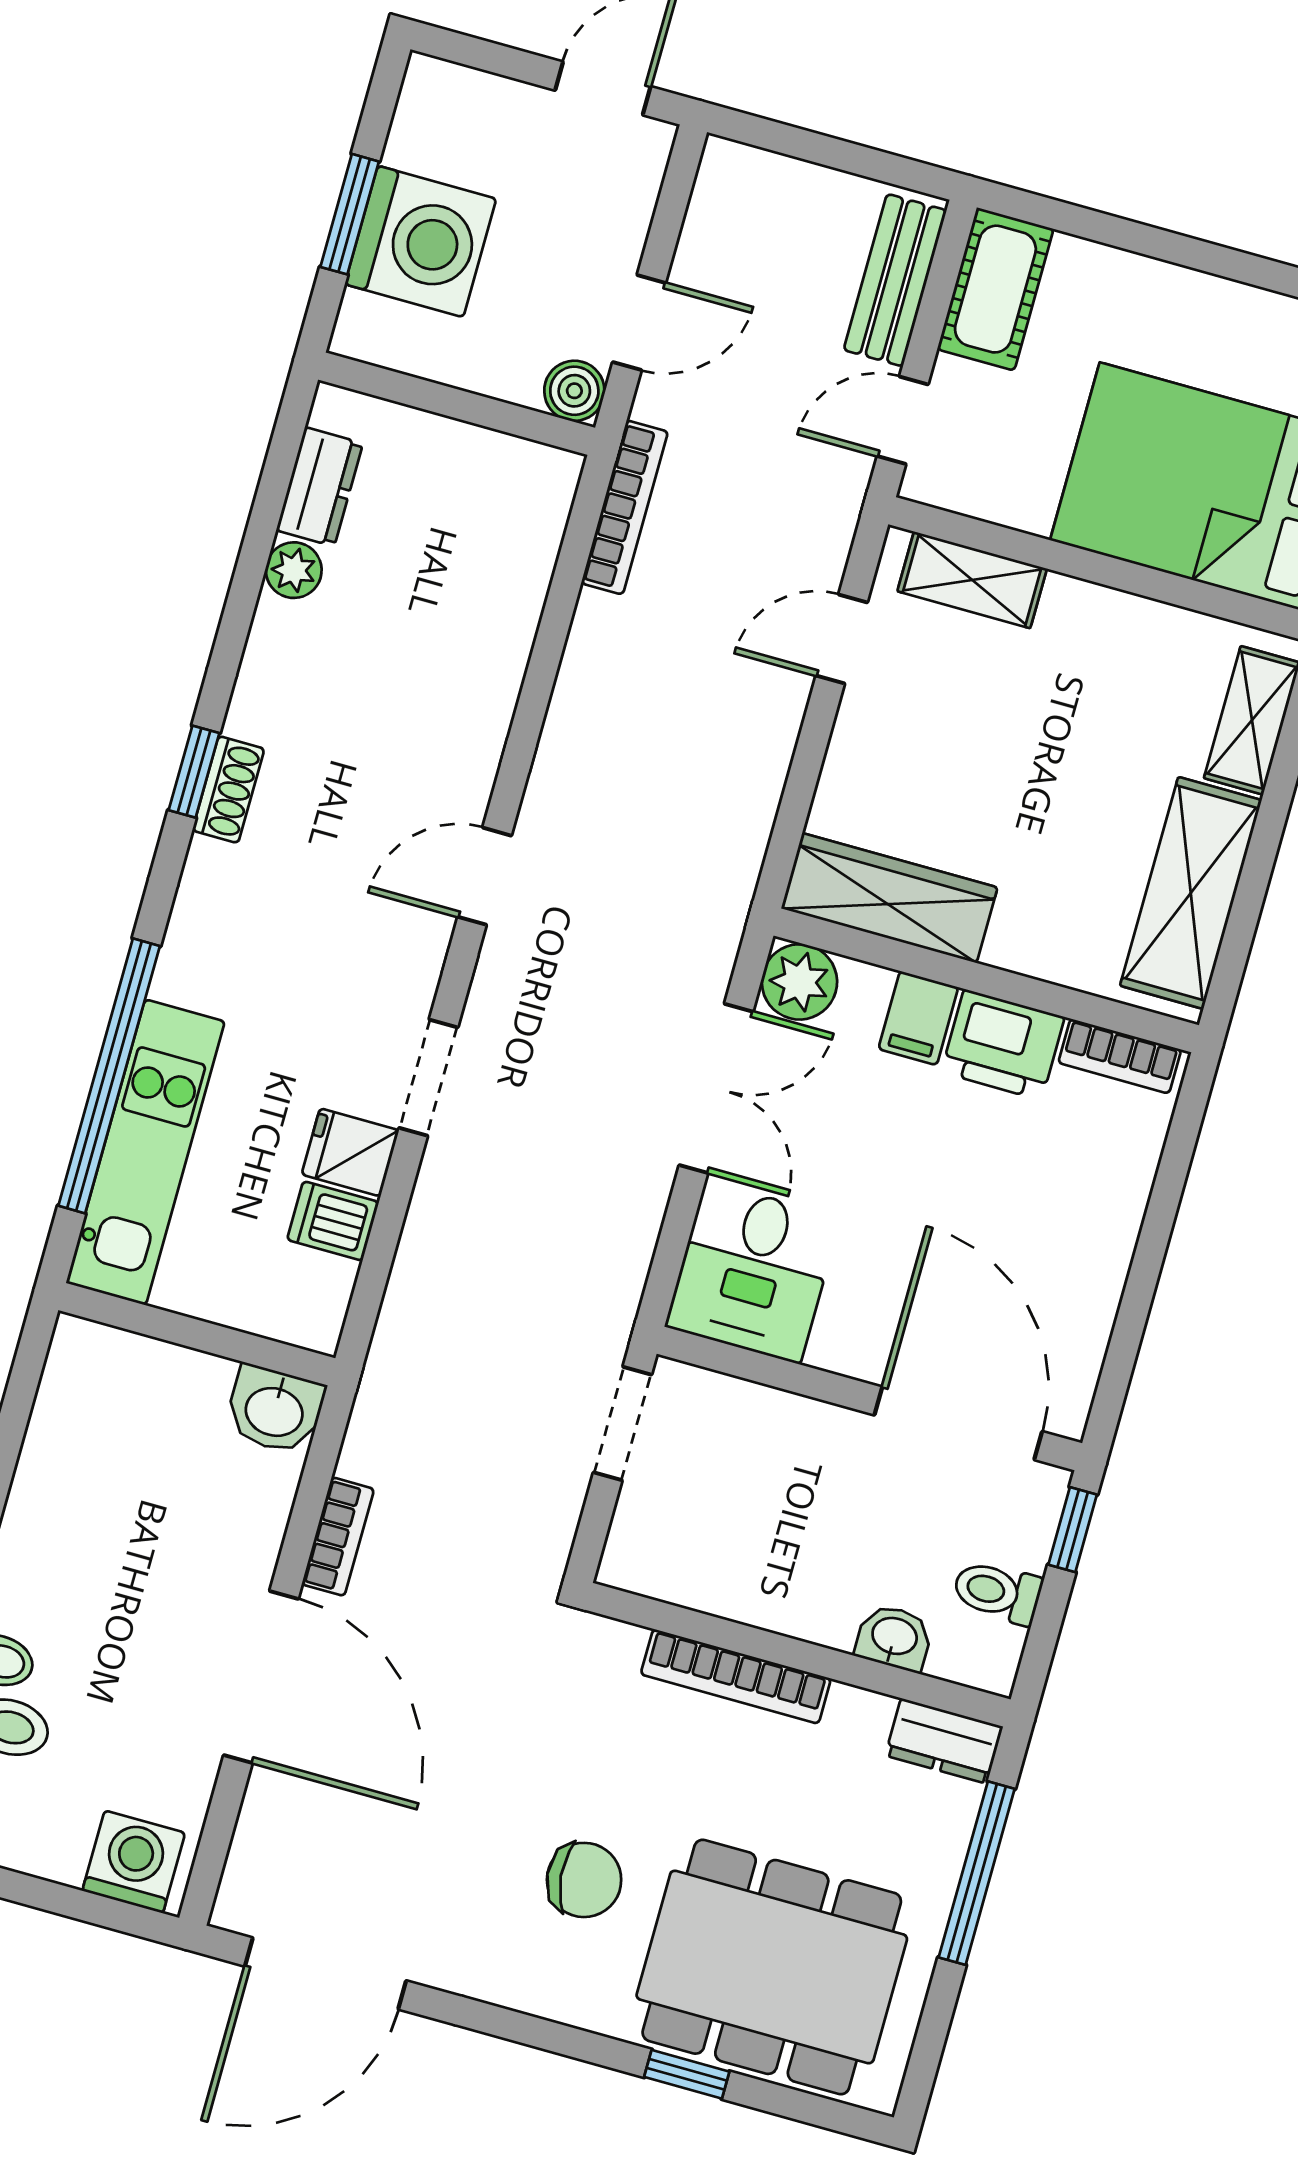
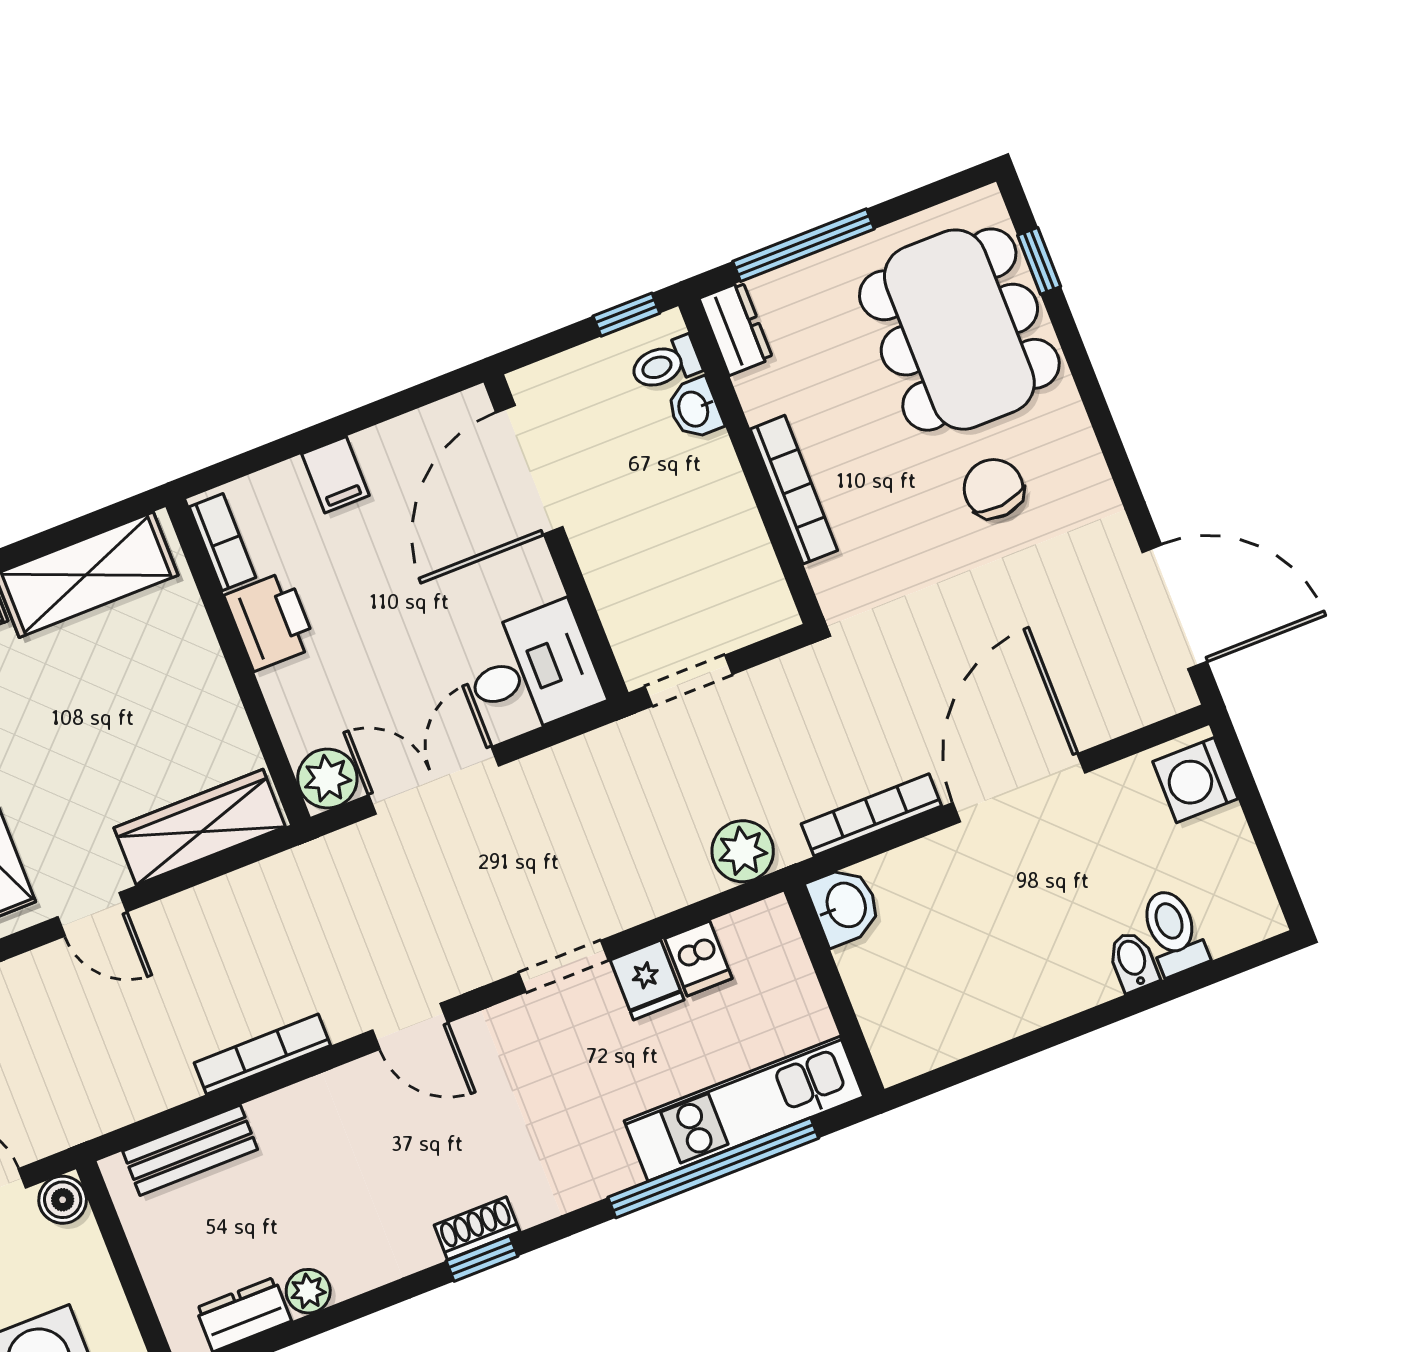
bookcase: (625, 507) -> (262, 1054), moved
bench: (527, 558) -> (190, 1150), added
wardrobe: (889, 898) -> (200, 827), moved, turned 90
filing cabinet: (918, 1018) -> (335, 475), moved, turned 90
plant: (408, 1348) -> (743, 851), added
window: (1073, 1530) -> (626, 315), moved
bookcase: (338, 1537) -> (871, 815), width x1.56
toilet: (997, 1592) -> (666, 364), moved, turned 90
window: (687, 2074) -> (1039, 261), moved

